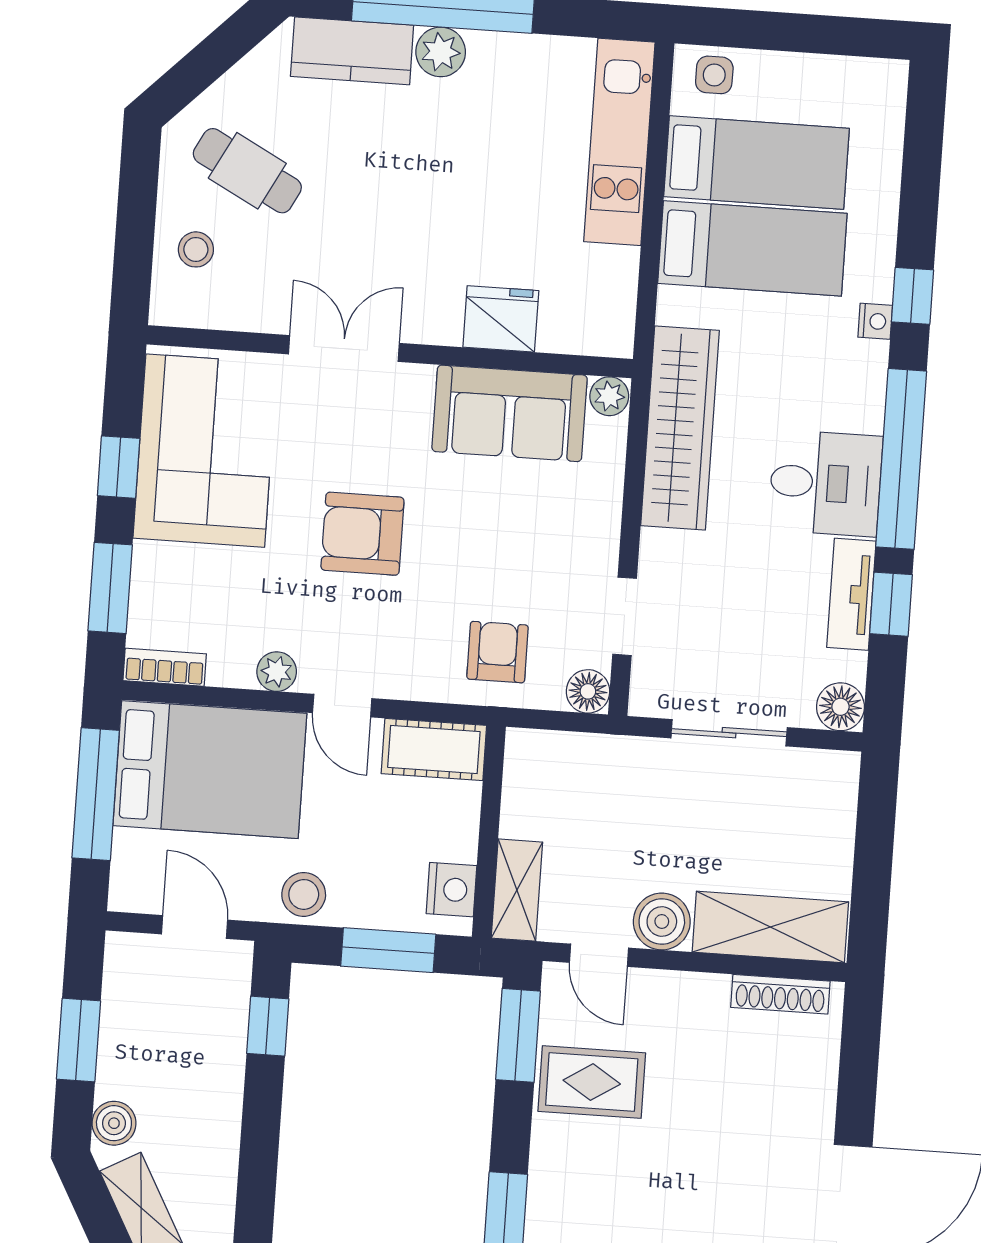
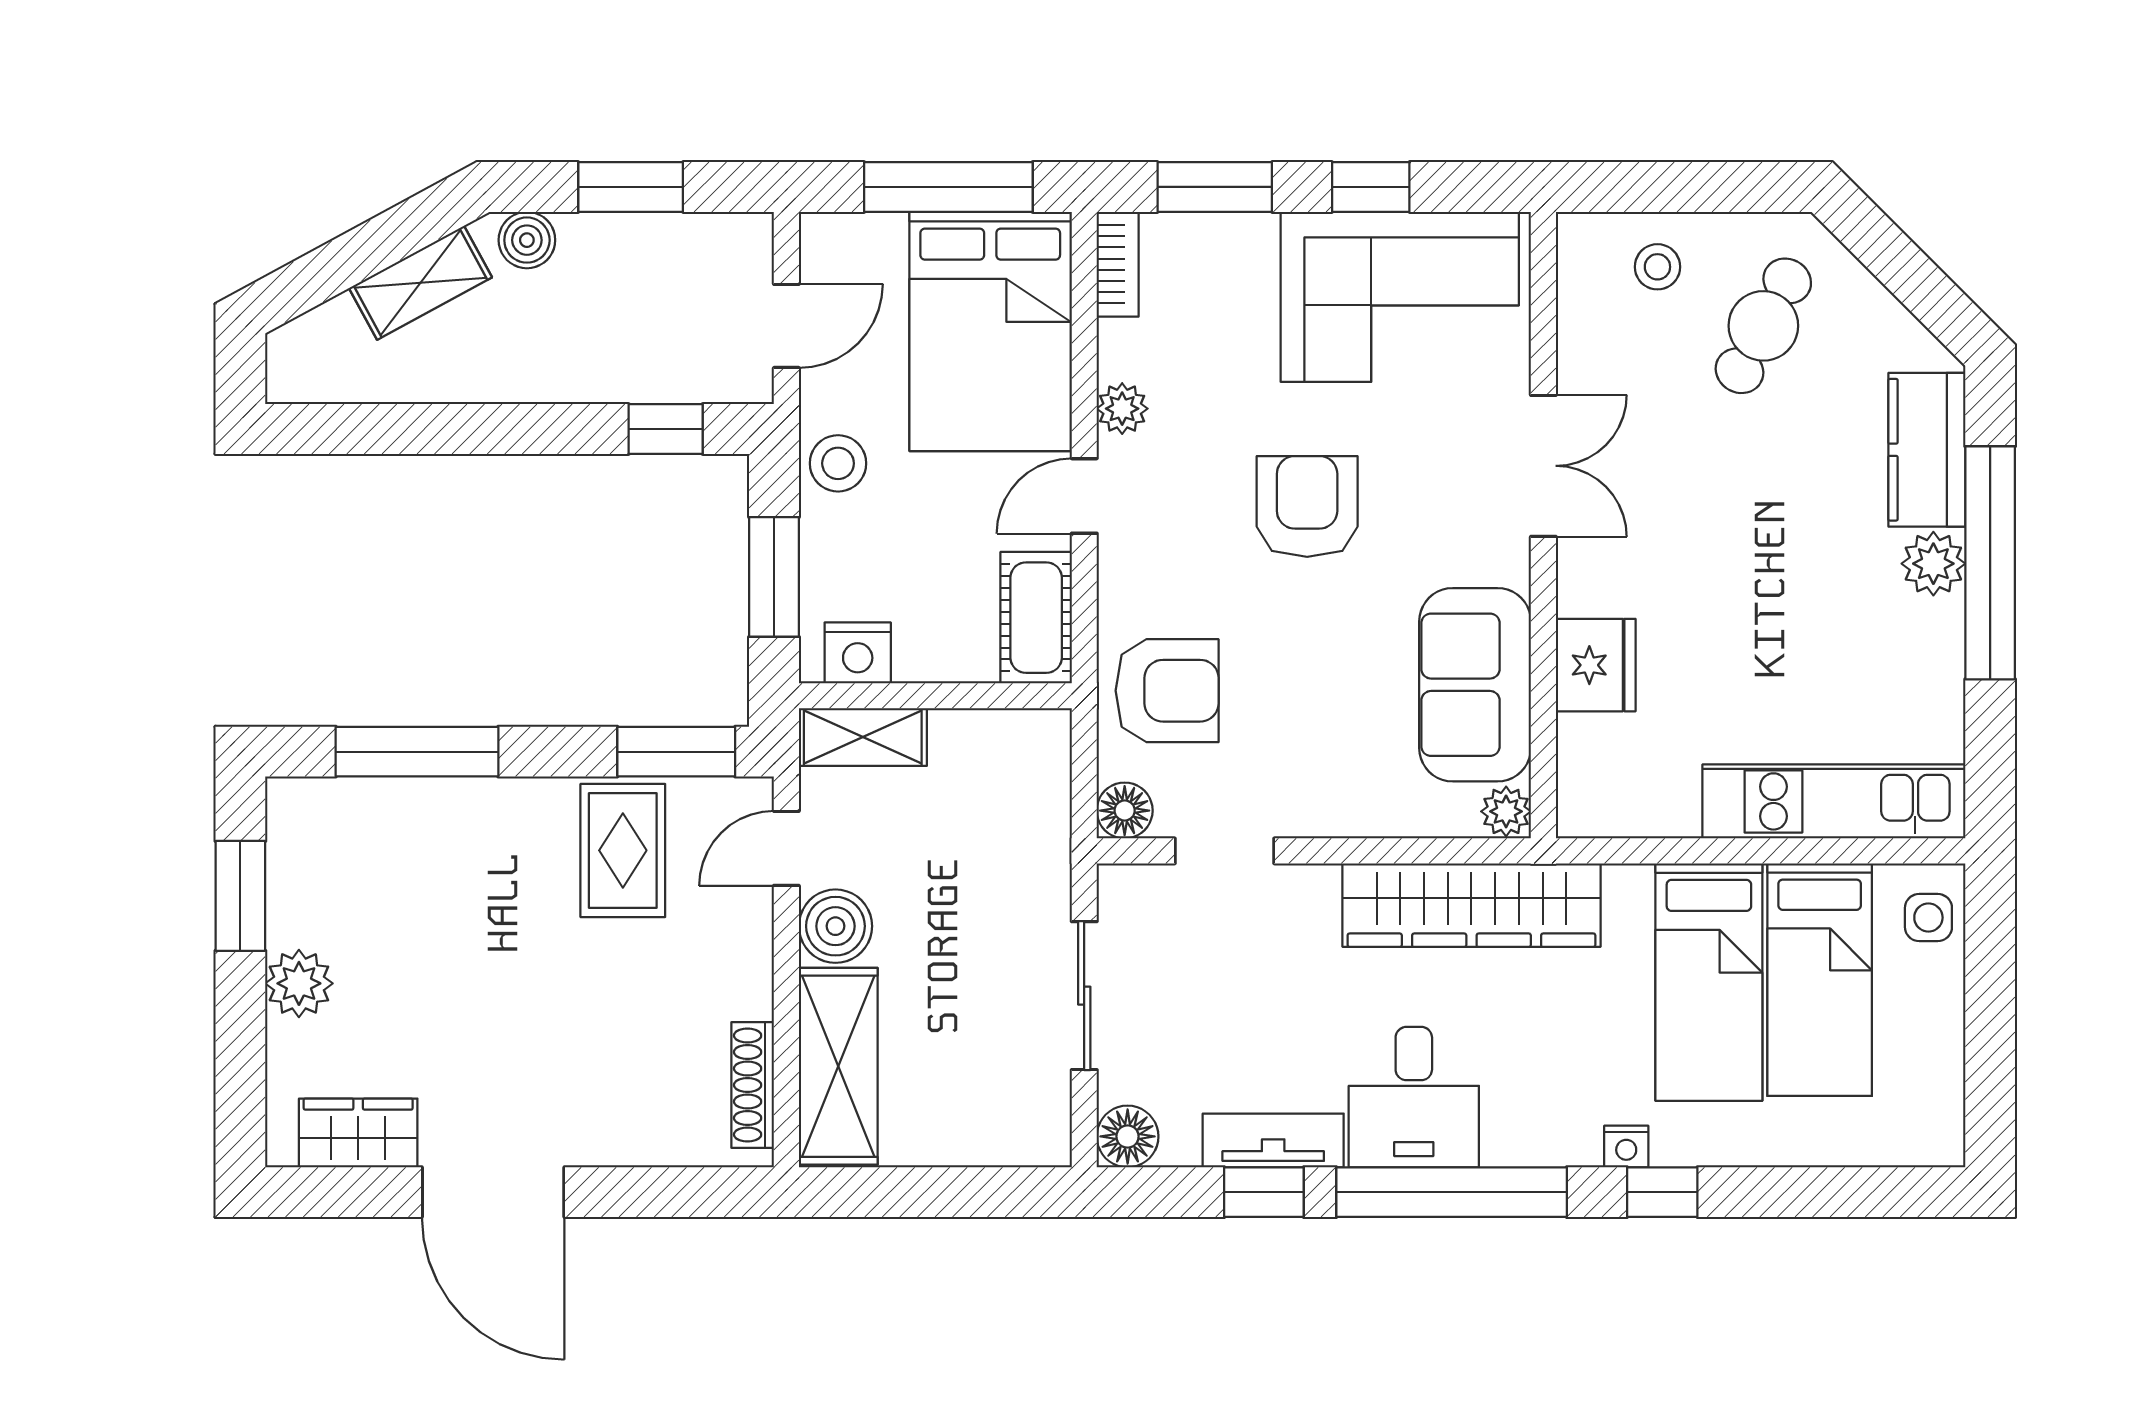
armchair: (497, 652) -> (1167, 691), width x1.38, depth x1.38

